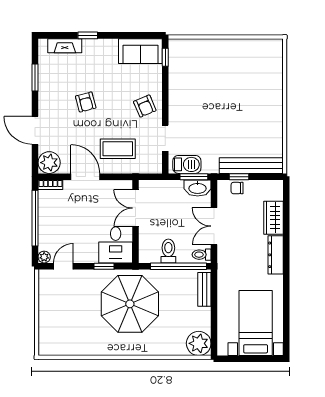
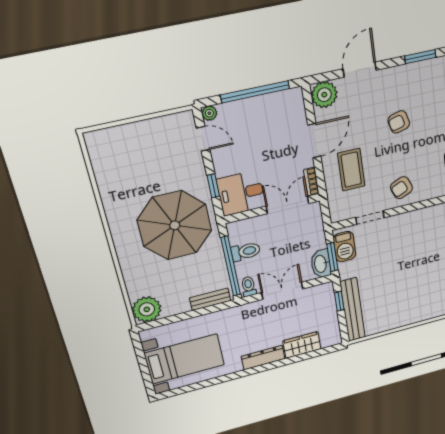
bookcase: (50, 185) -> (311, 182), moved
chair: (237, 188) -> (327, 302), removed

